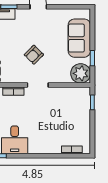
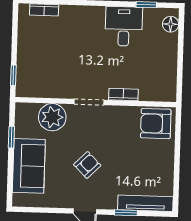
armchair: (34, 55) -> (87, 165), moved
plant: (81, 73) -> (52, 117), moved

